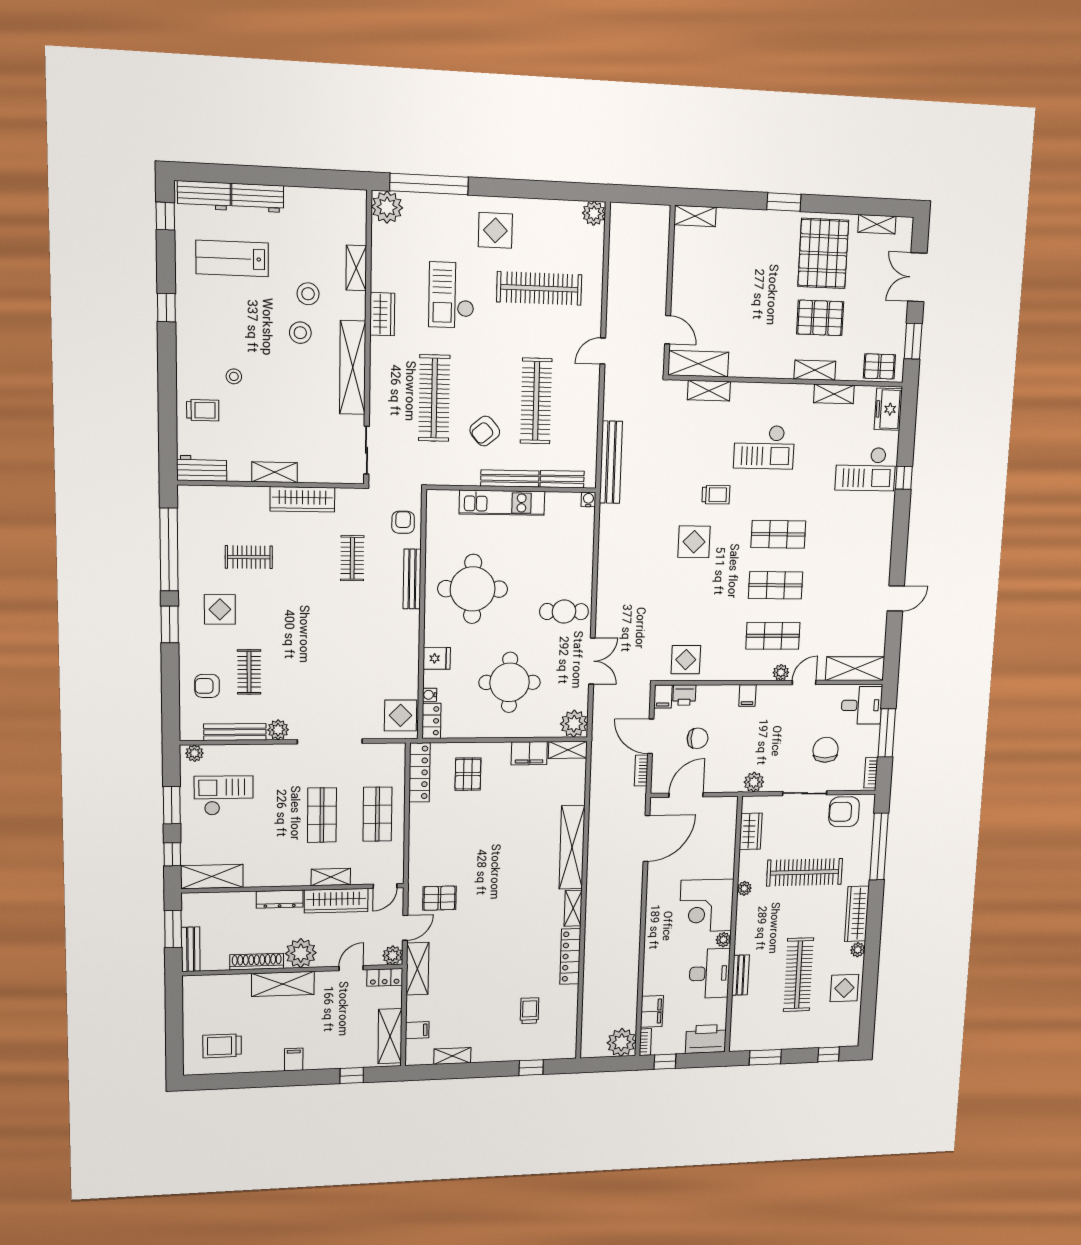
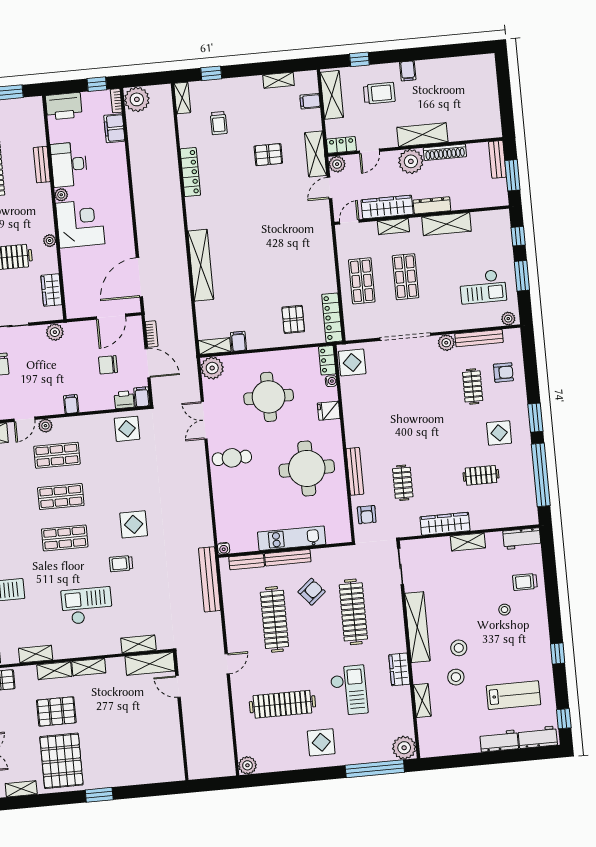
shelving: (695, 216) -> (89, 667), moved
filing cabinet: (529, 753) -> (238, 341), width x0.50
shelving: (212, 877) -> (446, 224), moved
pallet: (439, 898) -> (268, 155), moved
shelving: (573, 908) -> (182, 98), moved
trolley: (222, 1046) -> (379, 93), moved

